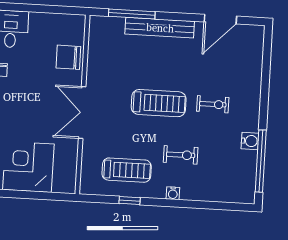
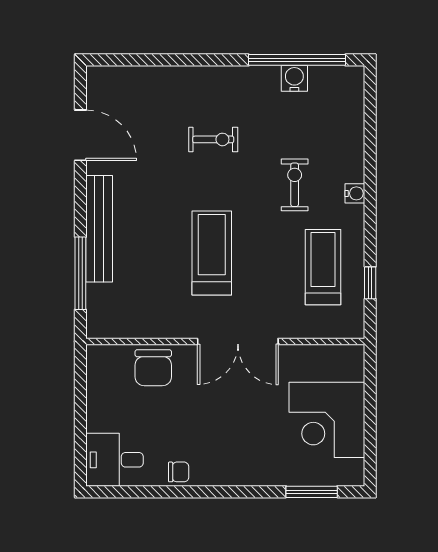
treadmill: (159, 103) -> (212, 253), moved
exercise bike: (213, 104) -> (213, 139), turned 90
water cooler: (250, 141) -> (294, 78), moved
window: (130, 201) -> (370, 283), moved

